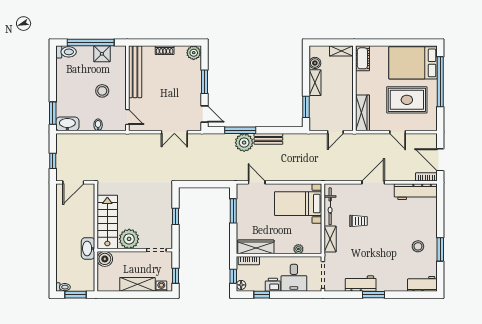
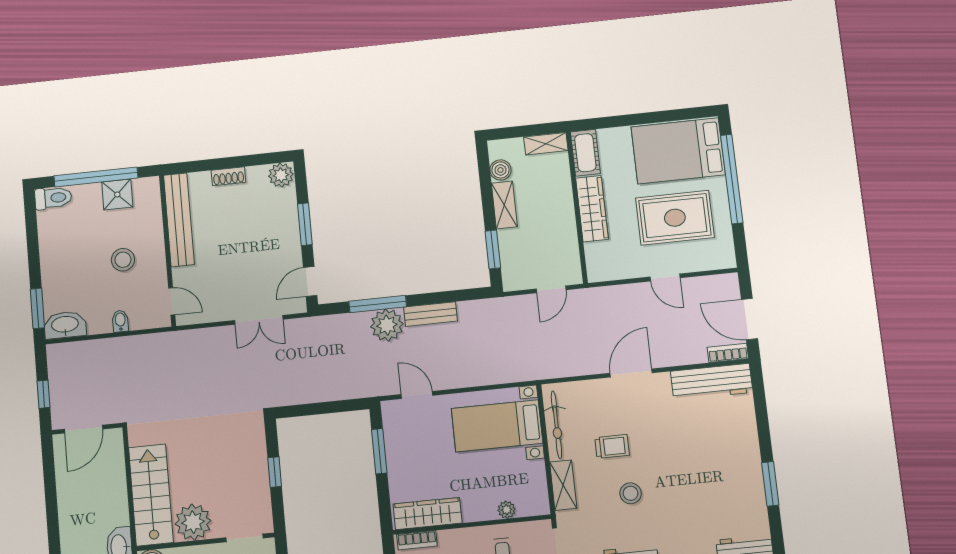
wardrobe: (362, 113) -> (592, 209), moved
door: (204, 114) -> (310, 282), swing flipped
stool: (418, 246) -> (631, 493), moved

